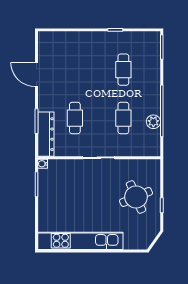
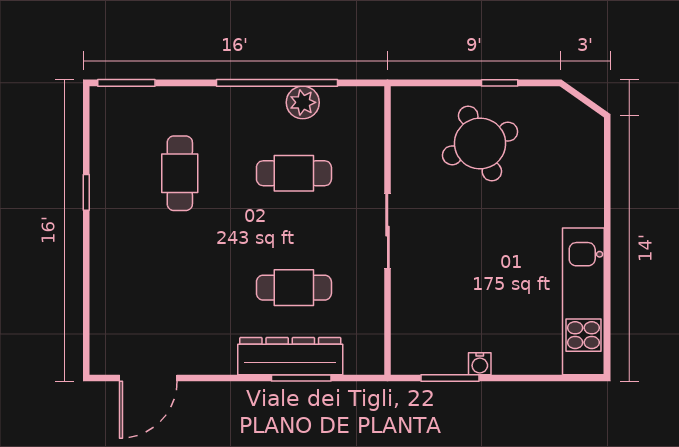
cafe table: (123, 70) -> (180, 173), turned 90
door: (37, 74) -> (148, 378), moved
dresser: (46, 134) -> (290, 356), moved
water cooler: (43, 164) -> (480, 364), moved
kitchen unit: (80, 241) -> (583, 301), width x0.73

